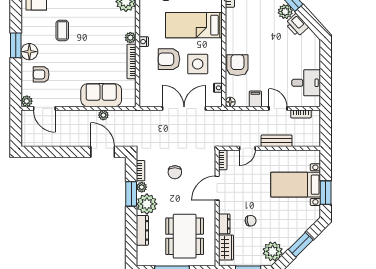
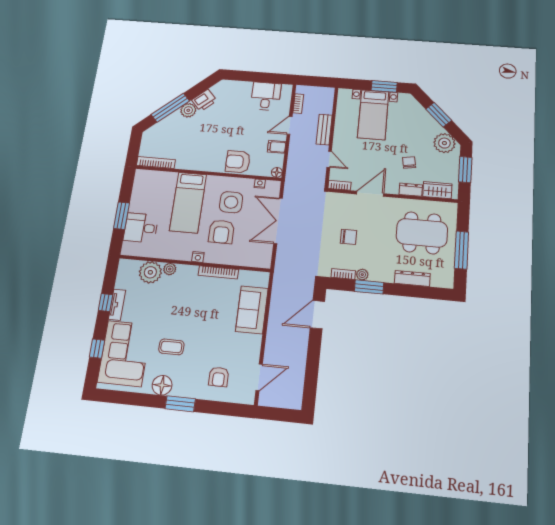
plant: (130, 38) -> (170, 269), moved
floor lamp: (29, 52) -> (162, 385), moved
plant: (27, 101) -> (248, 398), removed
plant: (103, 115) -> (275, 309), removed
door: (217, 188) -> (370, 194), swing flipped
plant: (147, 204) -> (382, 271), removed

